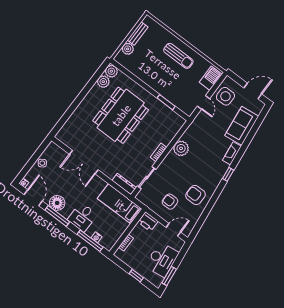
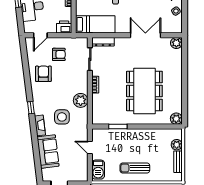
plant: (103, 82) -> (176, 43), moved
side table: (225, 96) -> (62, 117), moved
armchair: (196, 195) -> (43, 74), turned -90

